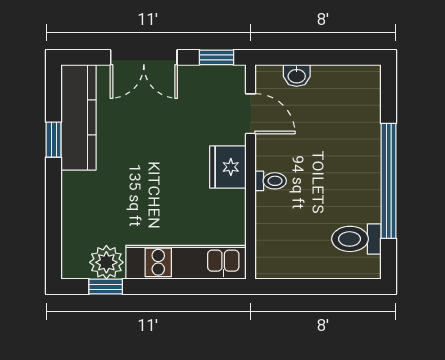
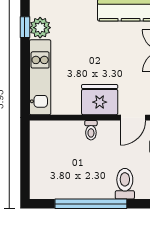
fridge: (228, 167) -> (100, 100), width x1.36, depth x1.34
toilet: (356, 239) -> (125, 184), moved

